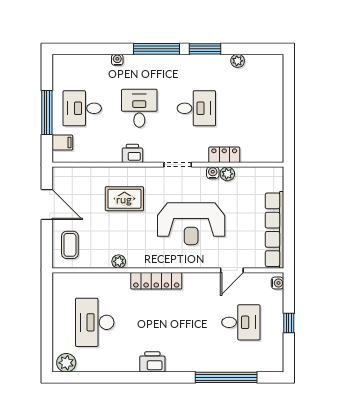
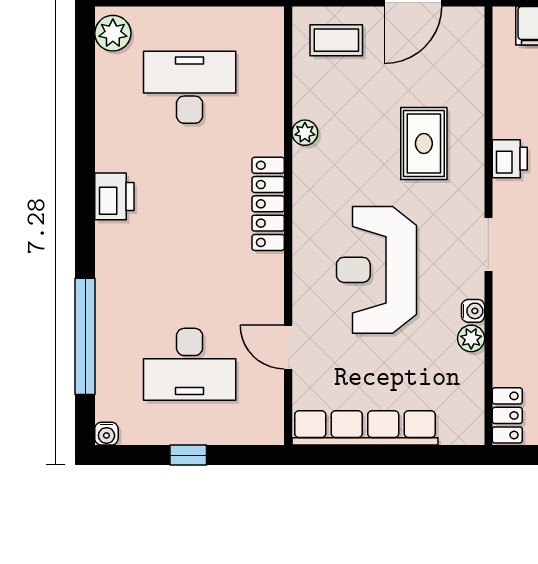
locker: (224, 155) -> (507, 415), moved
water cooler: (277, 283) -> (106, 434), moved
desk: (241, 322) -> (190, 364), width x1.37

